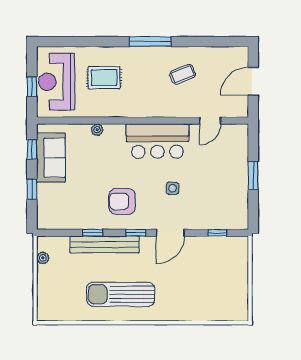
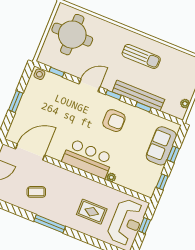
door: (210, 121) -> (30, 152), width x1.87
bar counter: (157, 141) -> (88, 159), moved
sofa: (51, 158) -> (161, 146), moved
side table: (173, 188) -> (39, 74), moved
round table: (217, 287) -> (72, 35), added
sun lounger: (121, 294) -> (141, 56), width x0.73, depth x0.75

